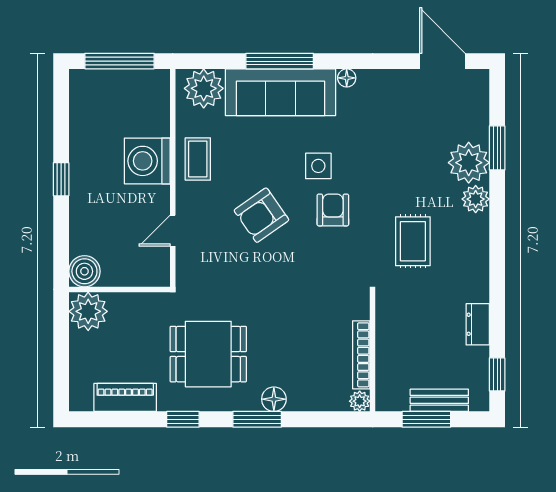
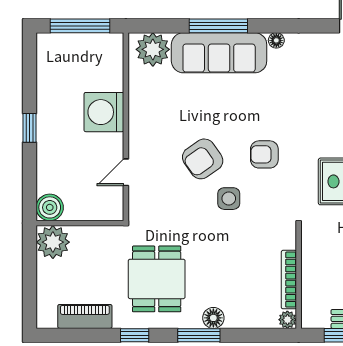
coffee table: (198, 159) -> (148, 110), removed
side table: (318, 166) -> (229, 199), moved
armchair: (333, 210) -> (264, 154), turned -90
dining table: (208, 354) -> (157, 279), turned 90

